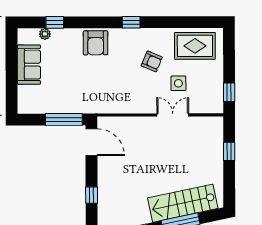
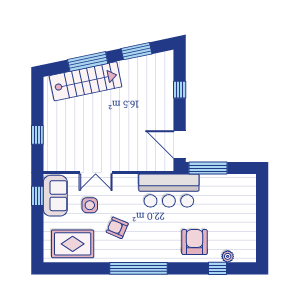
window: (131, 22) -> (138, 268), width x3.17
armchair: (96, 43) -> (194, 242), moved
sofa: (29, 65) -> (55, 196), moved, turned 180
bar counter: (102, 98) -> (169, 191), added

